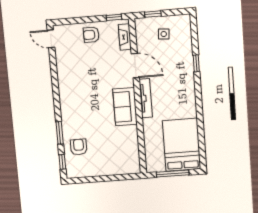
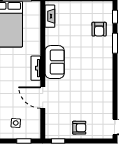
fireplace: (125, 37) -> (50, 16), moved
tv unit: (146, 98) -> (36, 68), width x0.71

